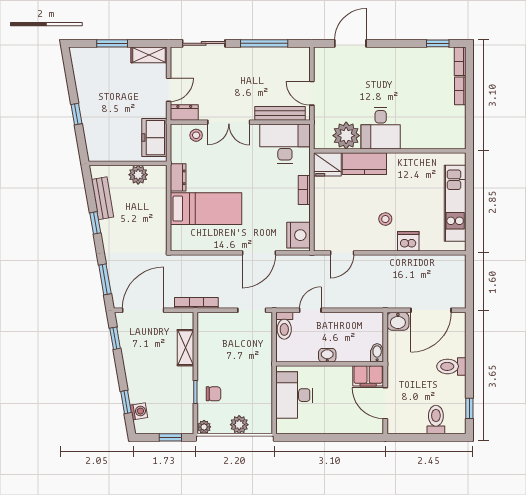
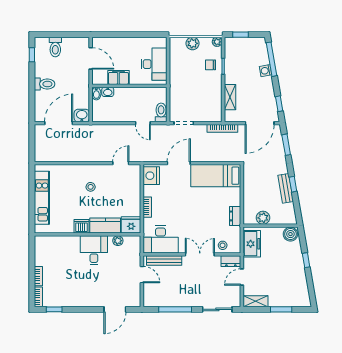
plant: (346, 136) -> (118, 241), width x0.53, depth x0.53
boiler: (99, 151) -> (290, 234), added
bench: (103, 198) -> (286, 188), moved
bed: (206, 209) -> (216, 176), moved
dishwasher: (408, 241) -> (82, 226), moved, turned 180
door: (310, 310) -> (143, 123), hinge flipped
washbasin: (327, 355) -> (108, 92), moved
filing cabinet: (368, 376) -> (118, 77), moved
window: (126, 402) -> (271, 59), width x2.17
washing machine: (139, 411) -> (266, 71), moved

